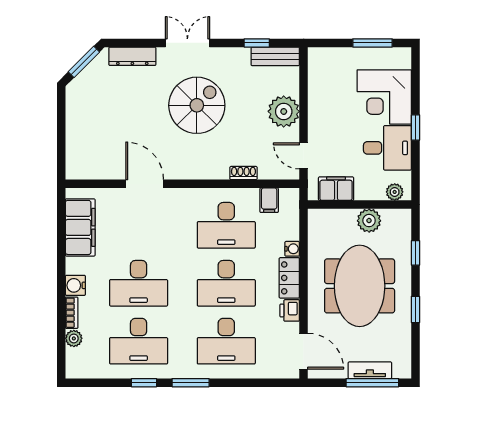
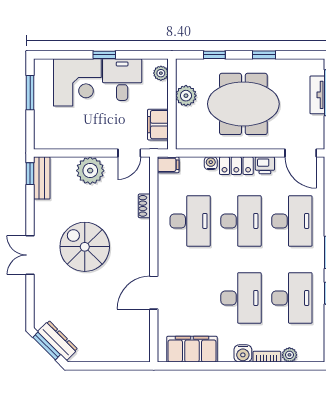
window: (257, 43) -> (30, 174), moved
dresser: (132, 56) -> (58, 340), moved, turned -45
filing cabinet: (269, 200) -> (168, 165), moved
door: (304, 351) -> (301, 153), swing flipped

